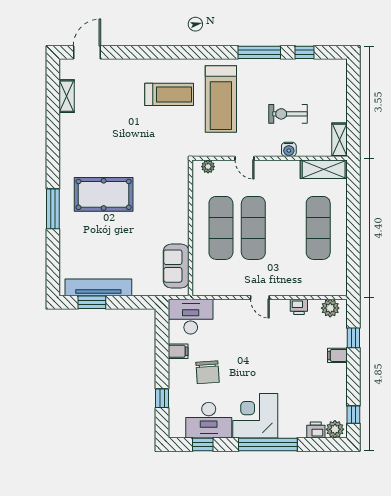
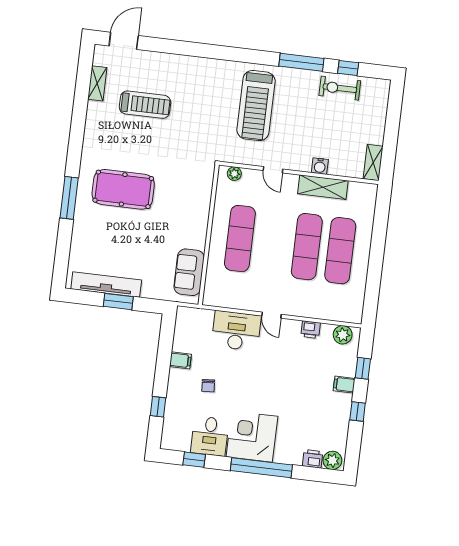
treadmill: (169, 94) -> (145, 105), moved
exercise bike: (288, 114) -> (340, 88), moved
shelving: (324, 169) -> (323, 187), moved
exercise mat: (253, 228) -> (307, 247), moved
window: (92, 302) -> (118, 302), moved
desk: (191, 317) -> (236, 331), moved
chair: (208, 372) -> (208, 386), width x0.54, depth x0.54
window: (353, 415) -> (358, 411), moved
desk: (209, 420) -> (210, 436), width x0.73

